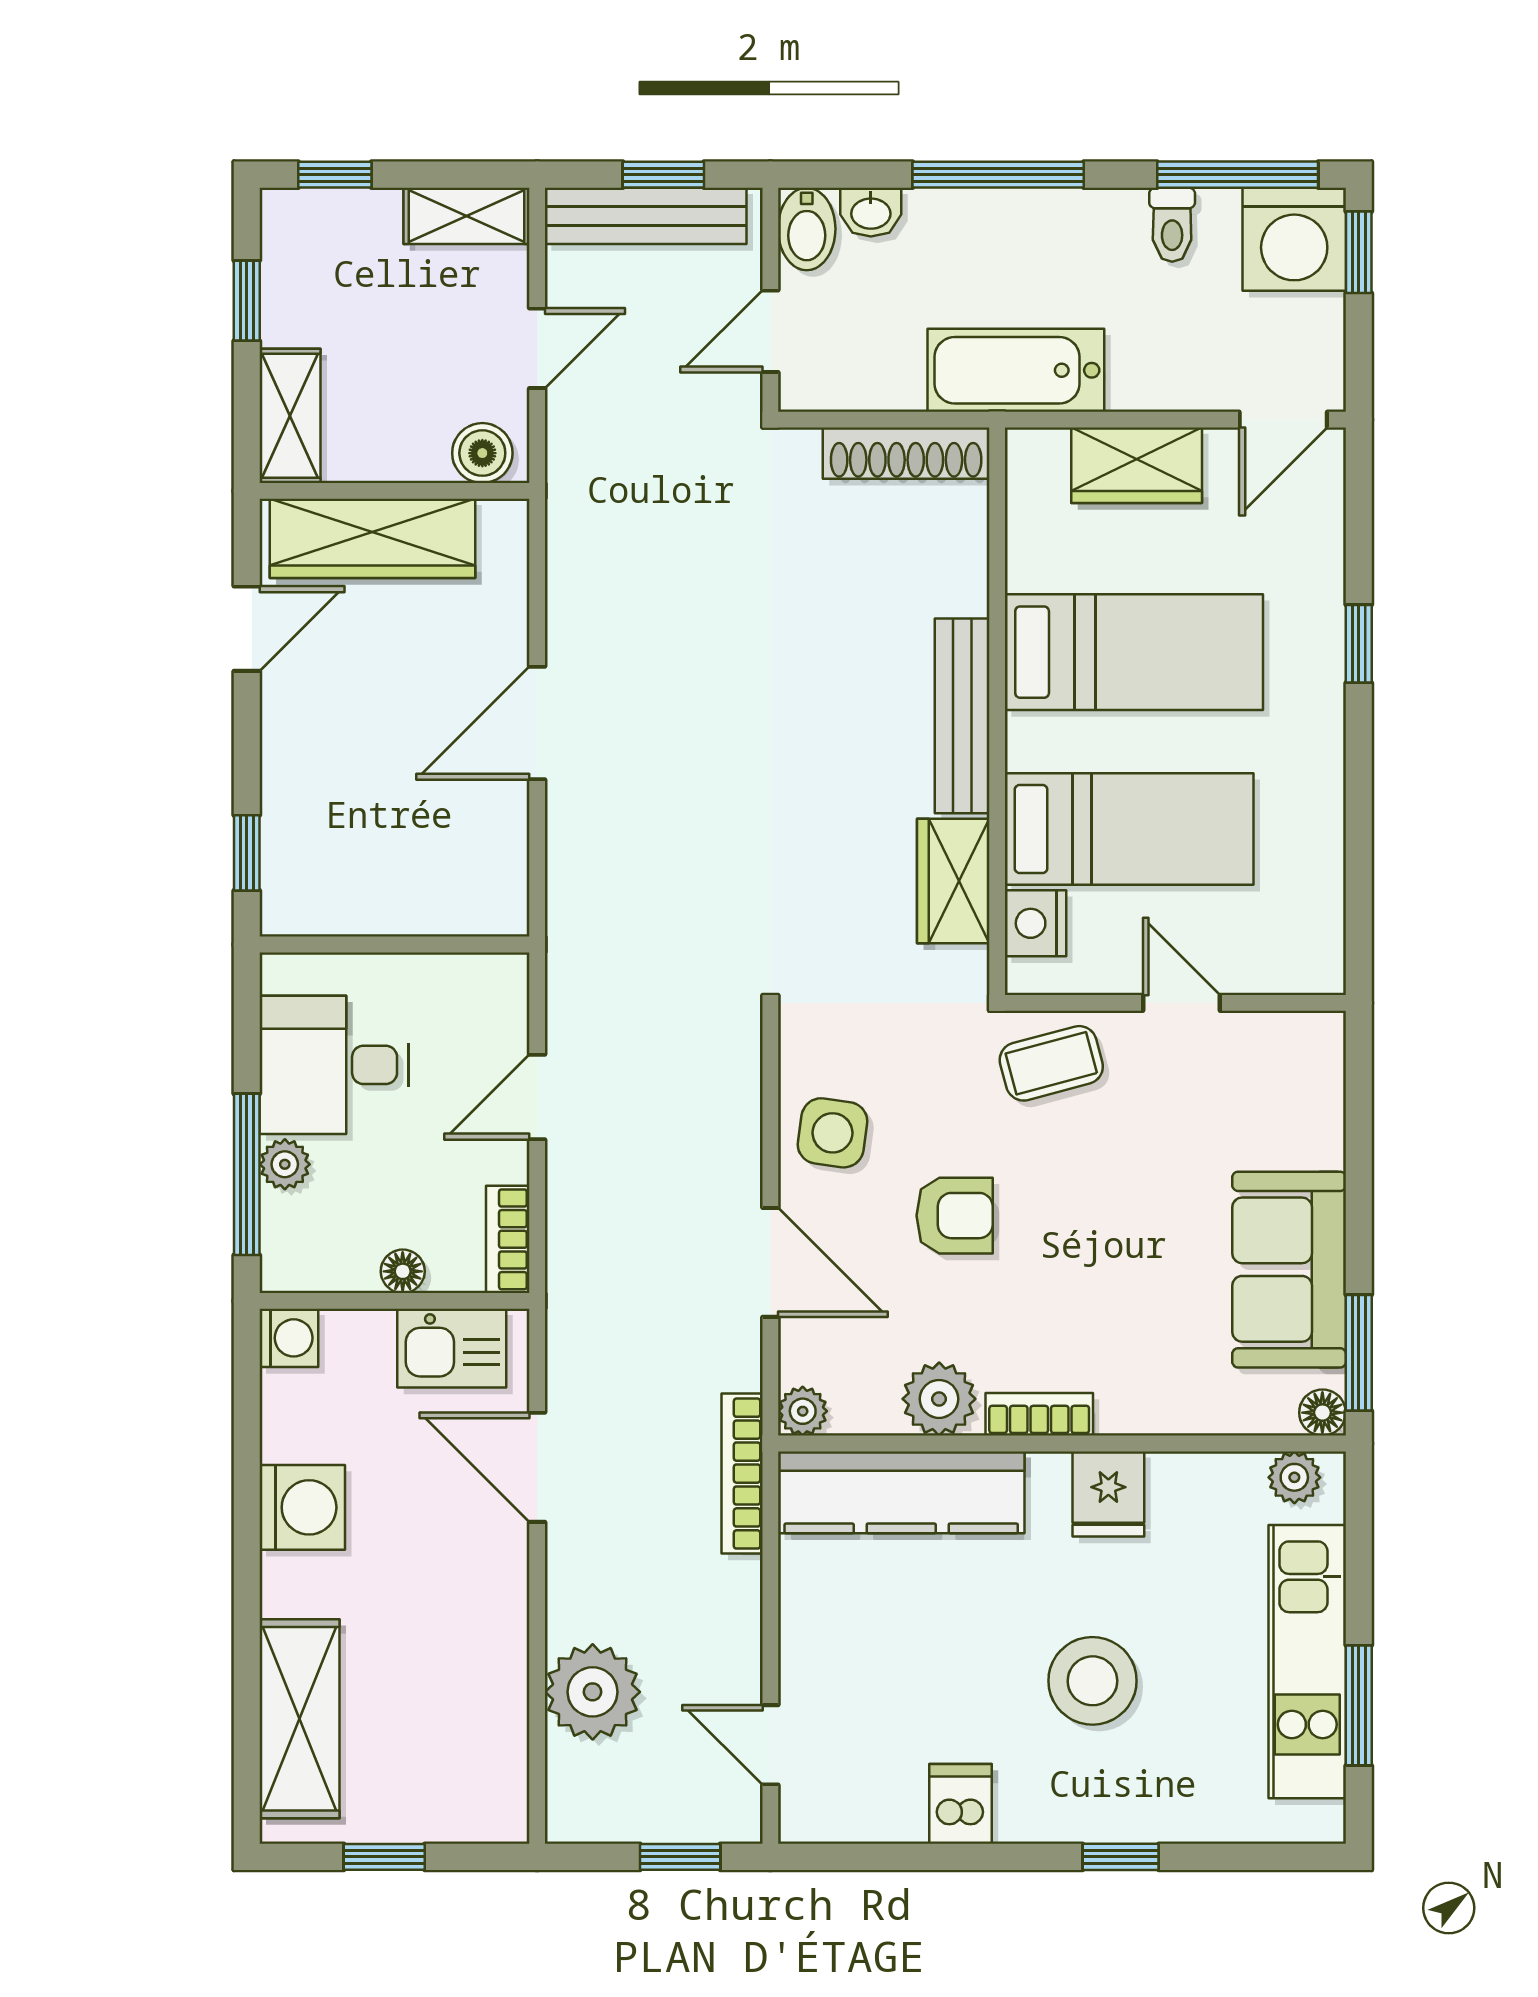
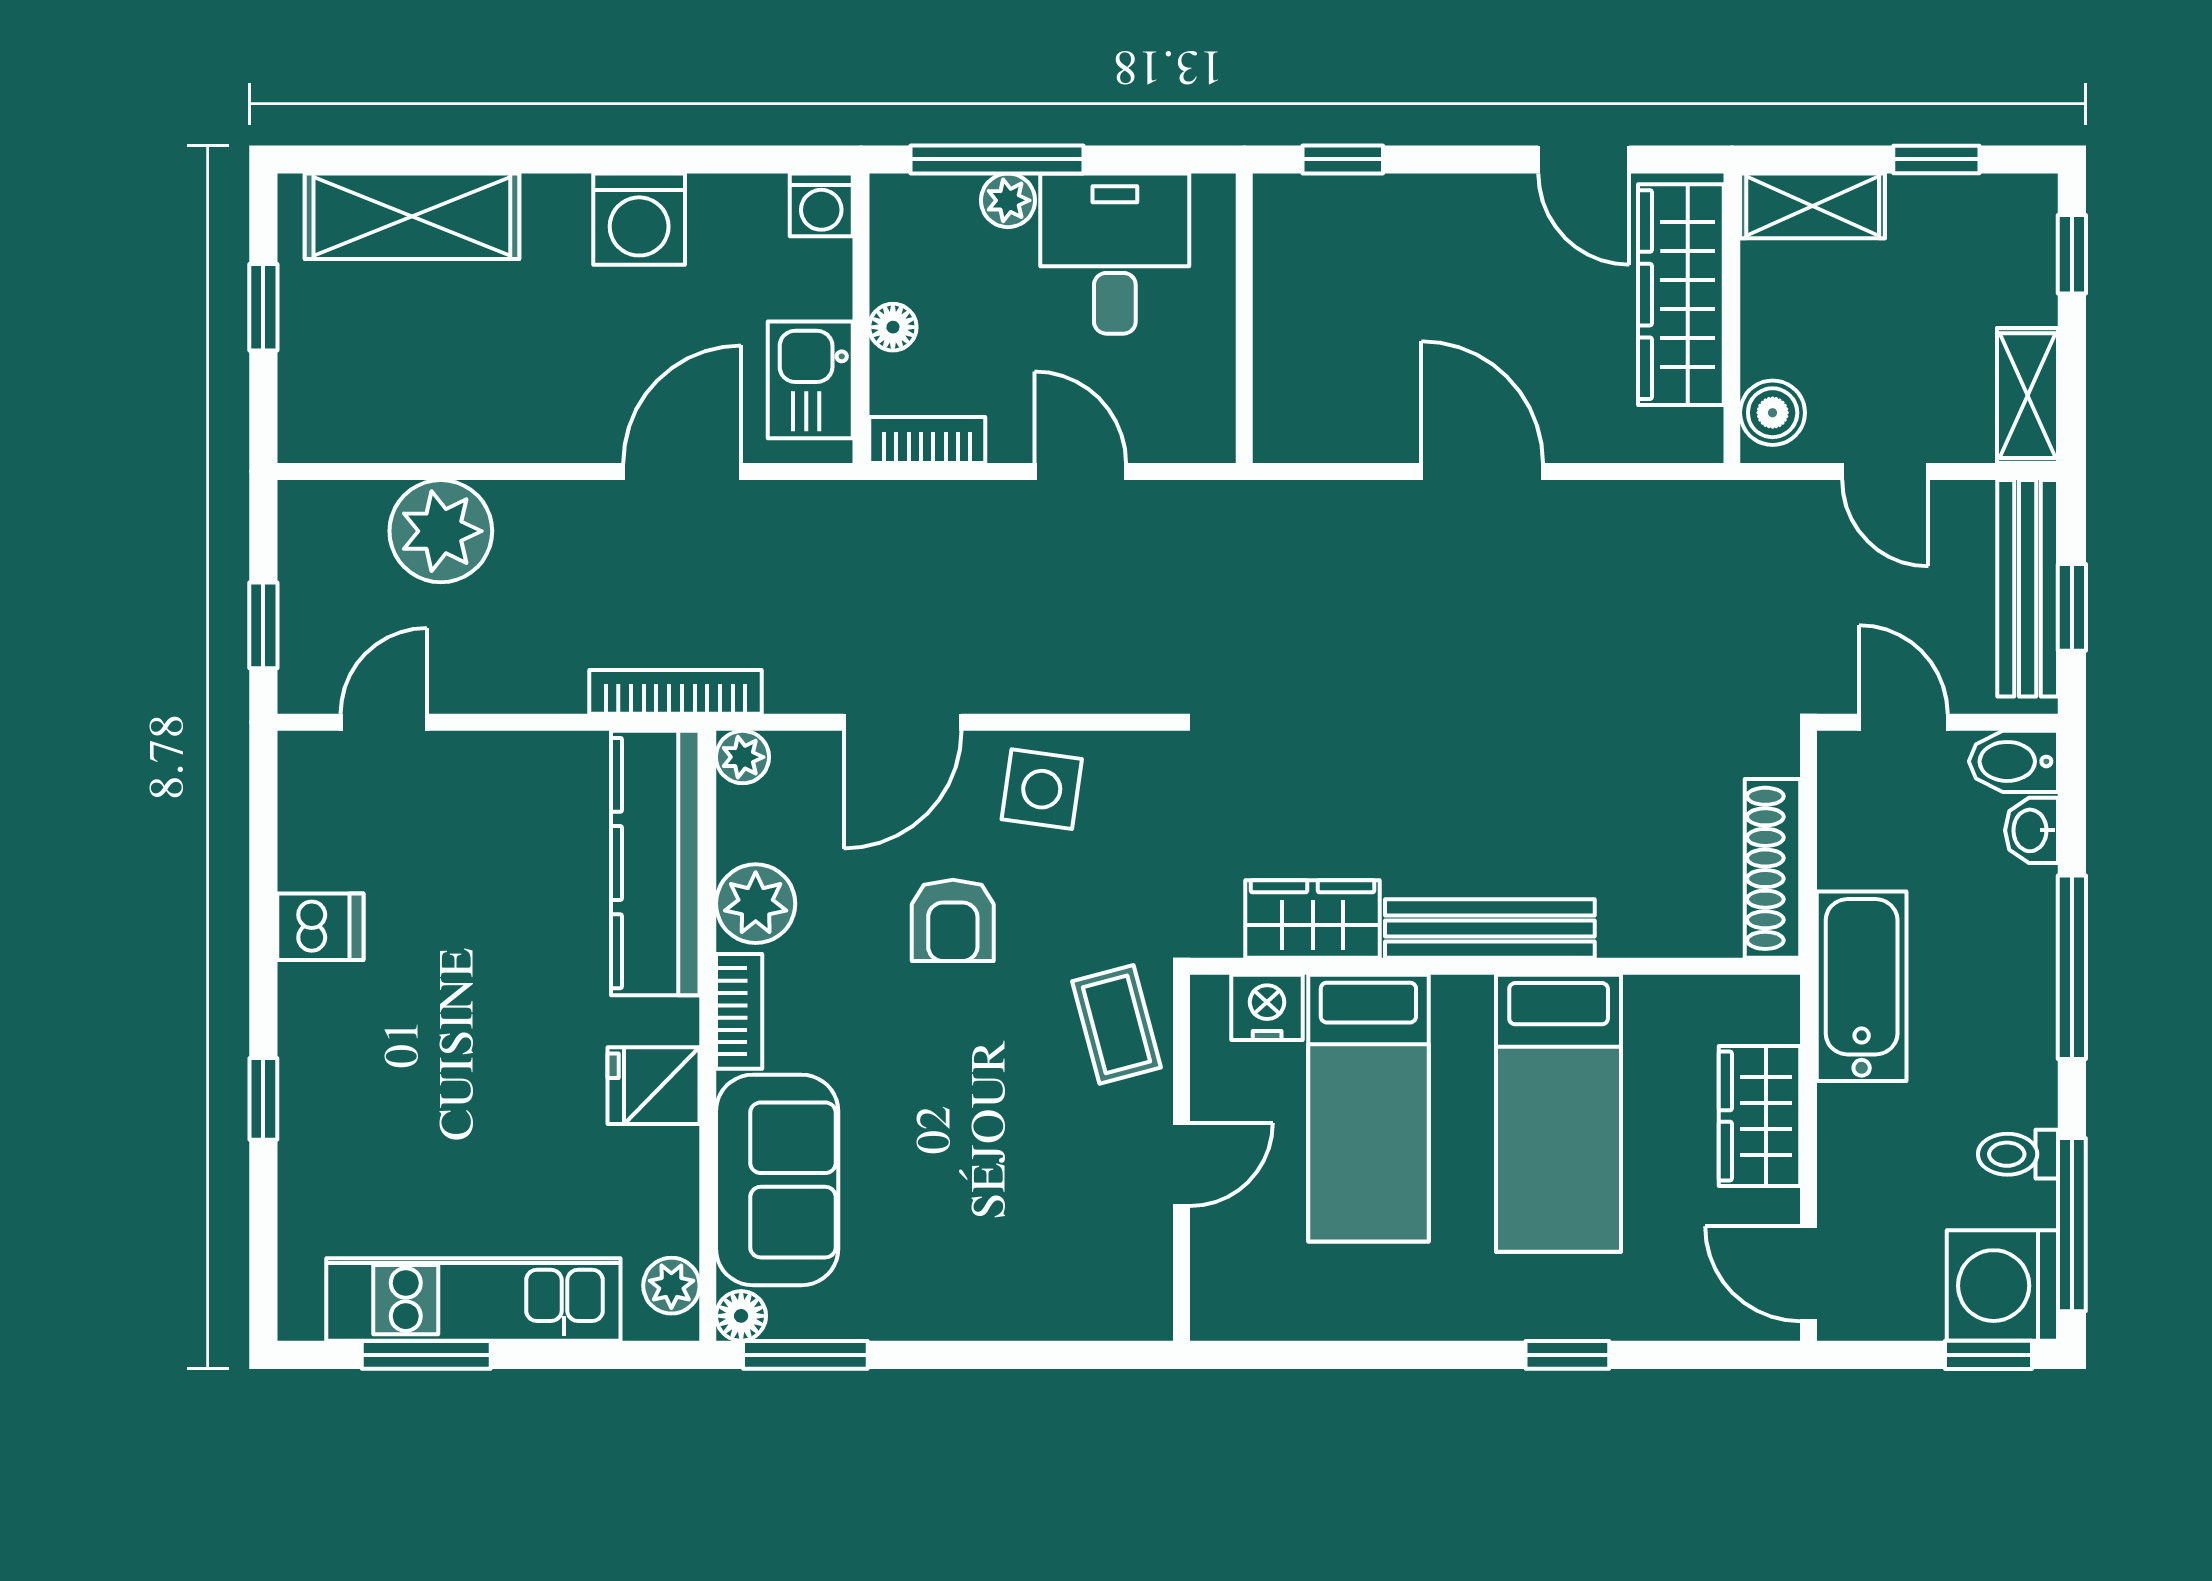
sofa: (1289, 1270) -> (777, 1180), moved, turned 90
stool: (1092, 1681) -> (453, 1069), removed

